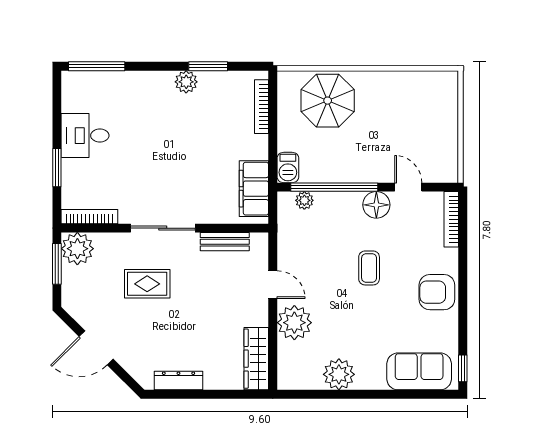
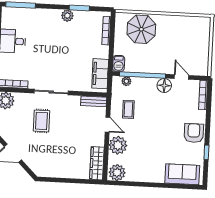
bench: (225, 242) -> (94, 101), moved
coffee table: (369, 268) -> (128, 109), moved
rug: (147, 284) -> (41, 121), turned 90
armchair: (437, 292) -> (194, 133), turned 90
window: (463, 368) -> (206, 152), moved
plant: (339, 374) -> (117, 173), moved
dresser: (178, 381) -> (55, 173), removed

